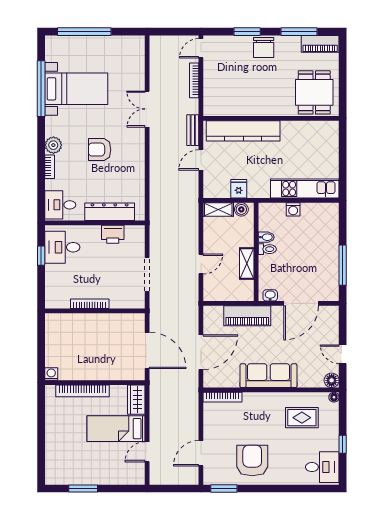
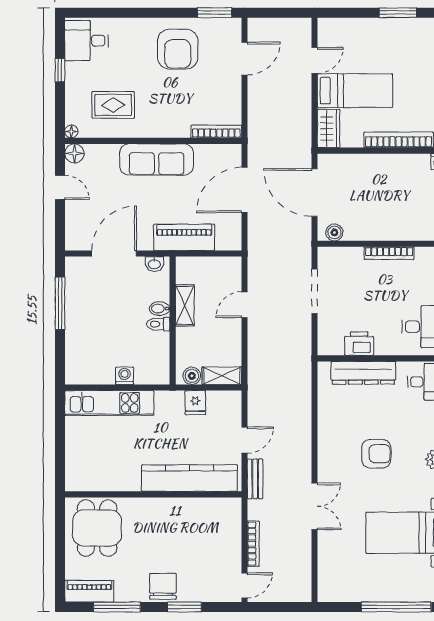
bidet: (266, 237) -> (159, 309), moved
boiler: (132, 320) -> (334, 232), added

